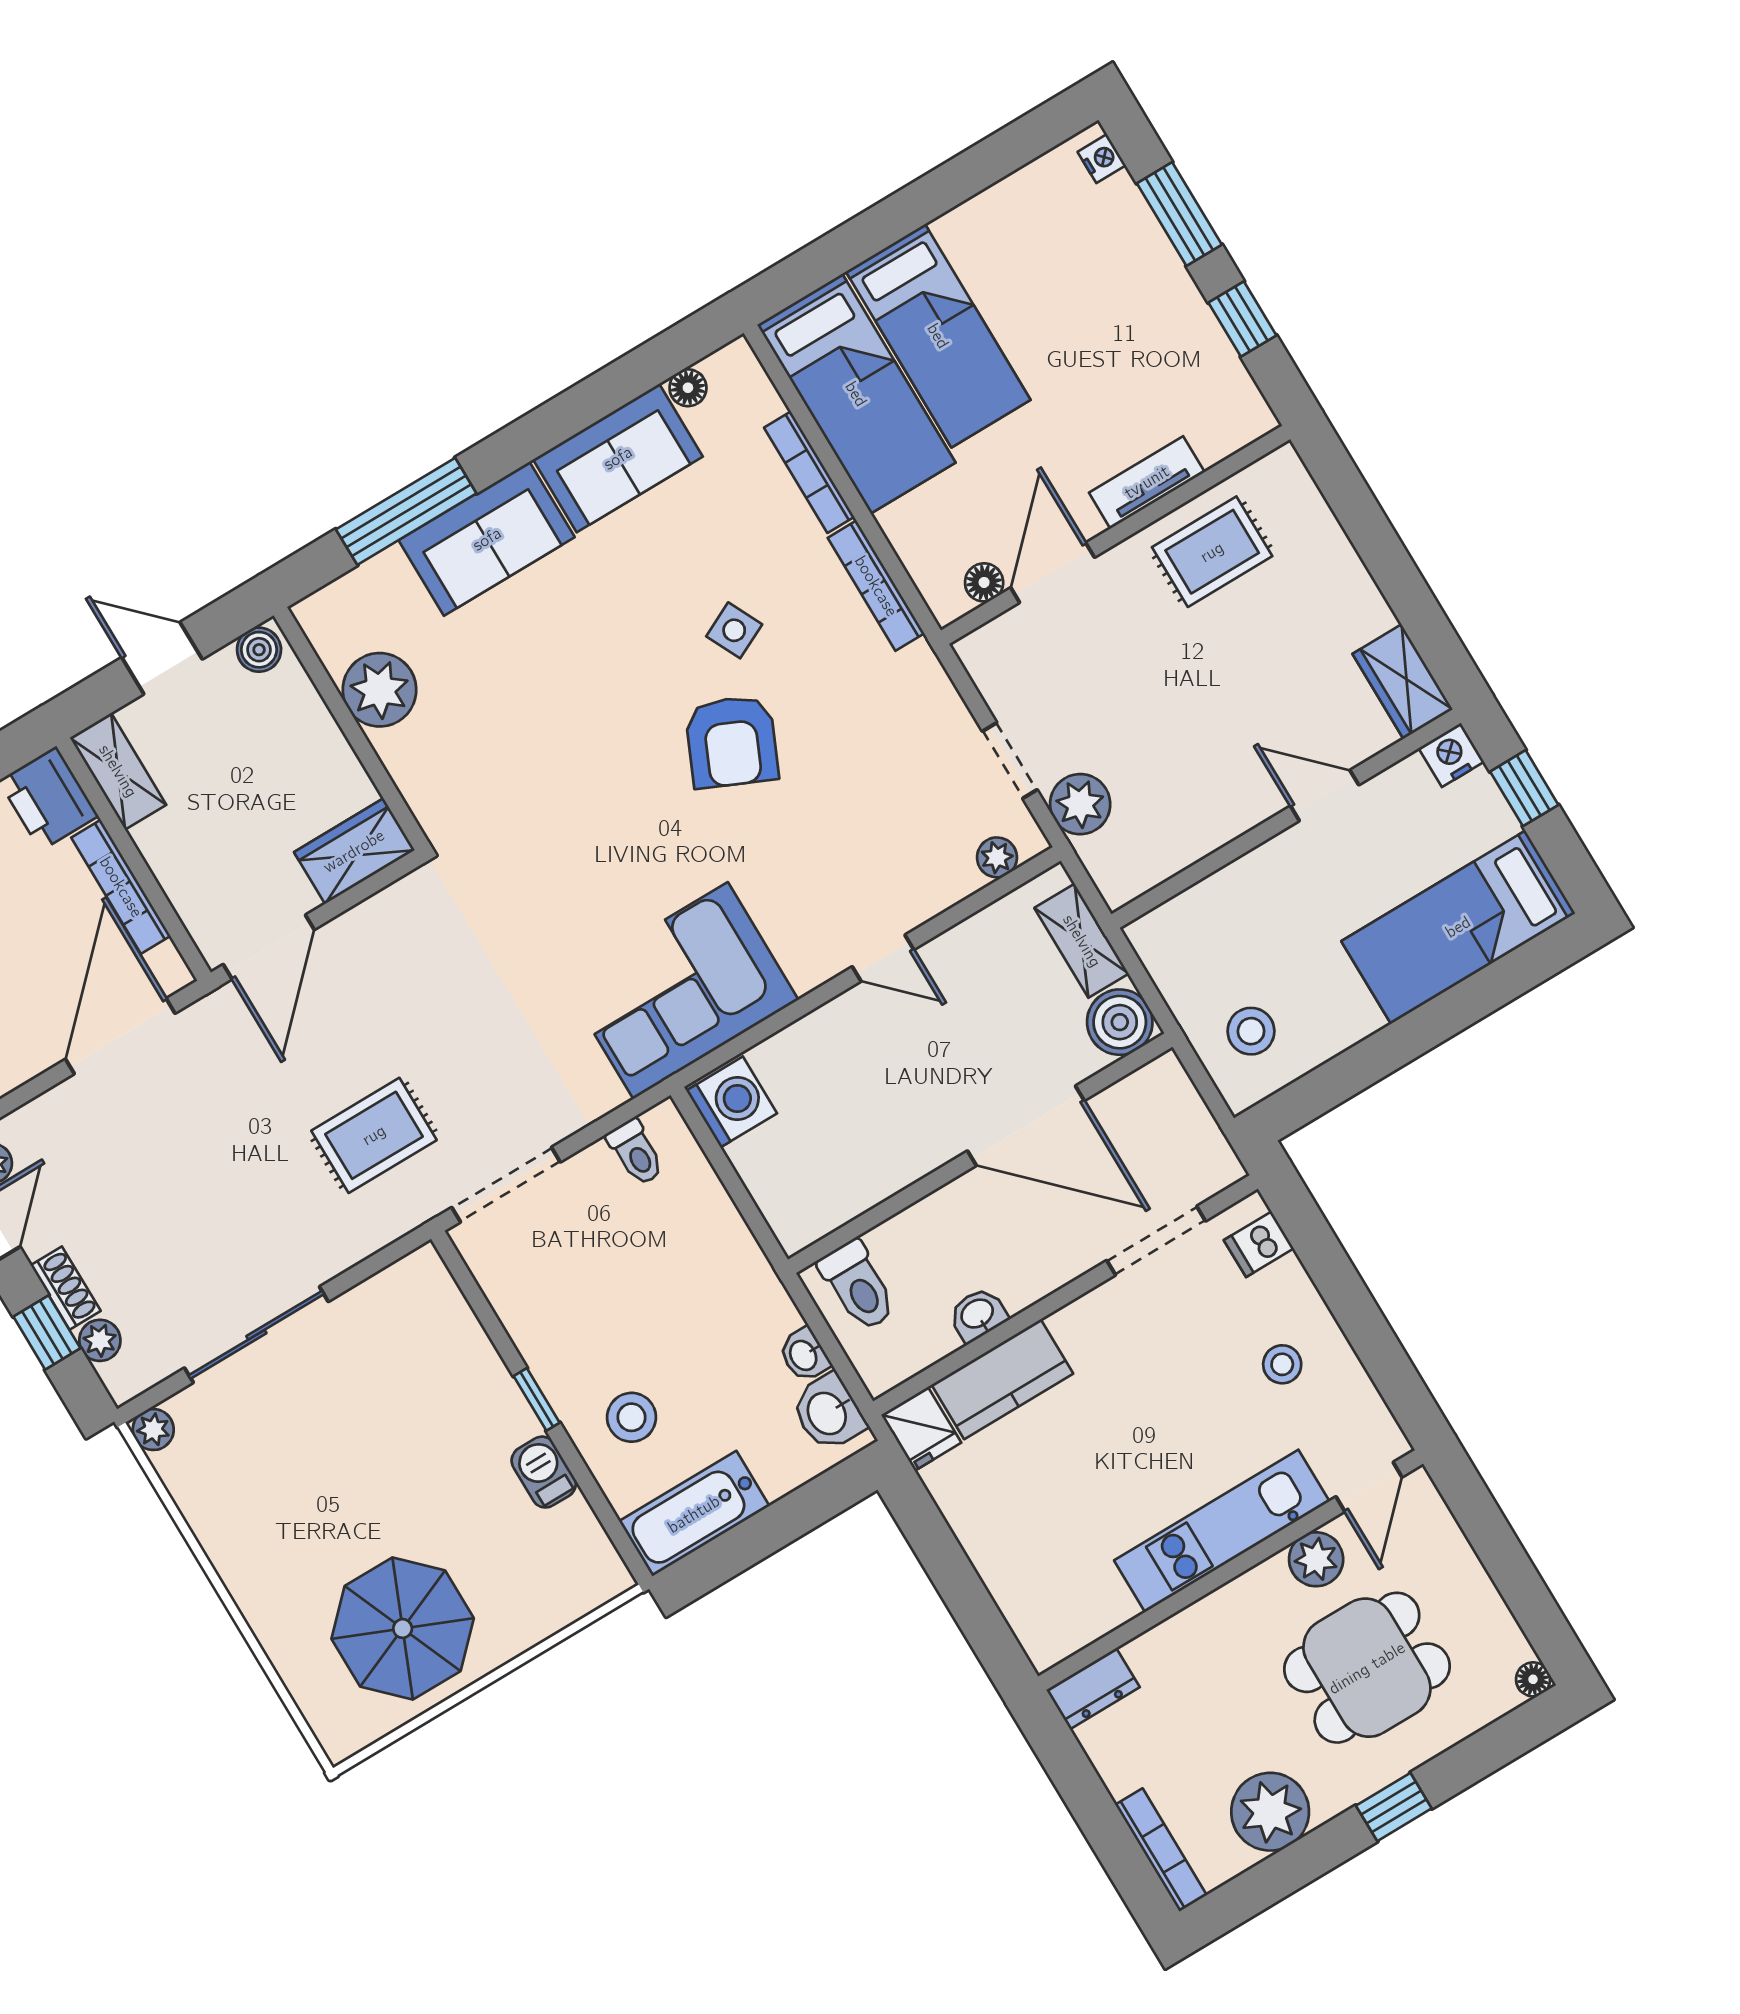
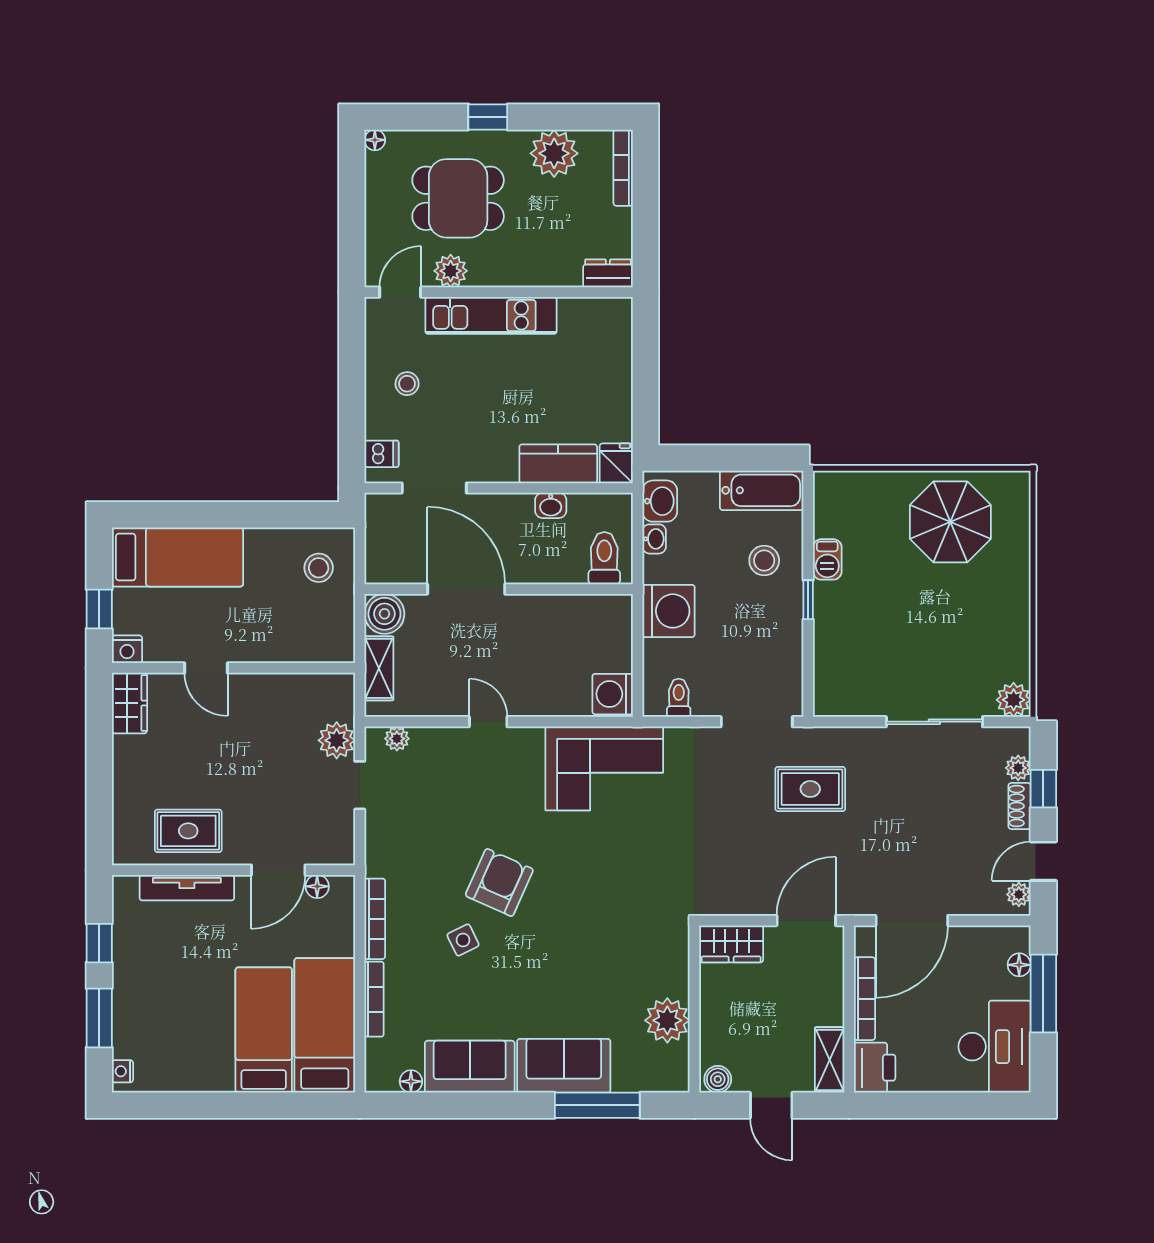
tv unit: (1147, 482) -> (187, 888), width x1.41
washing machine: (723, 1266) -> (669, 611), added
plant: (153, 1430) -> (1014, 700), width x1.38, depth x1.38

